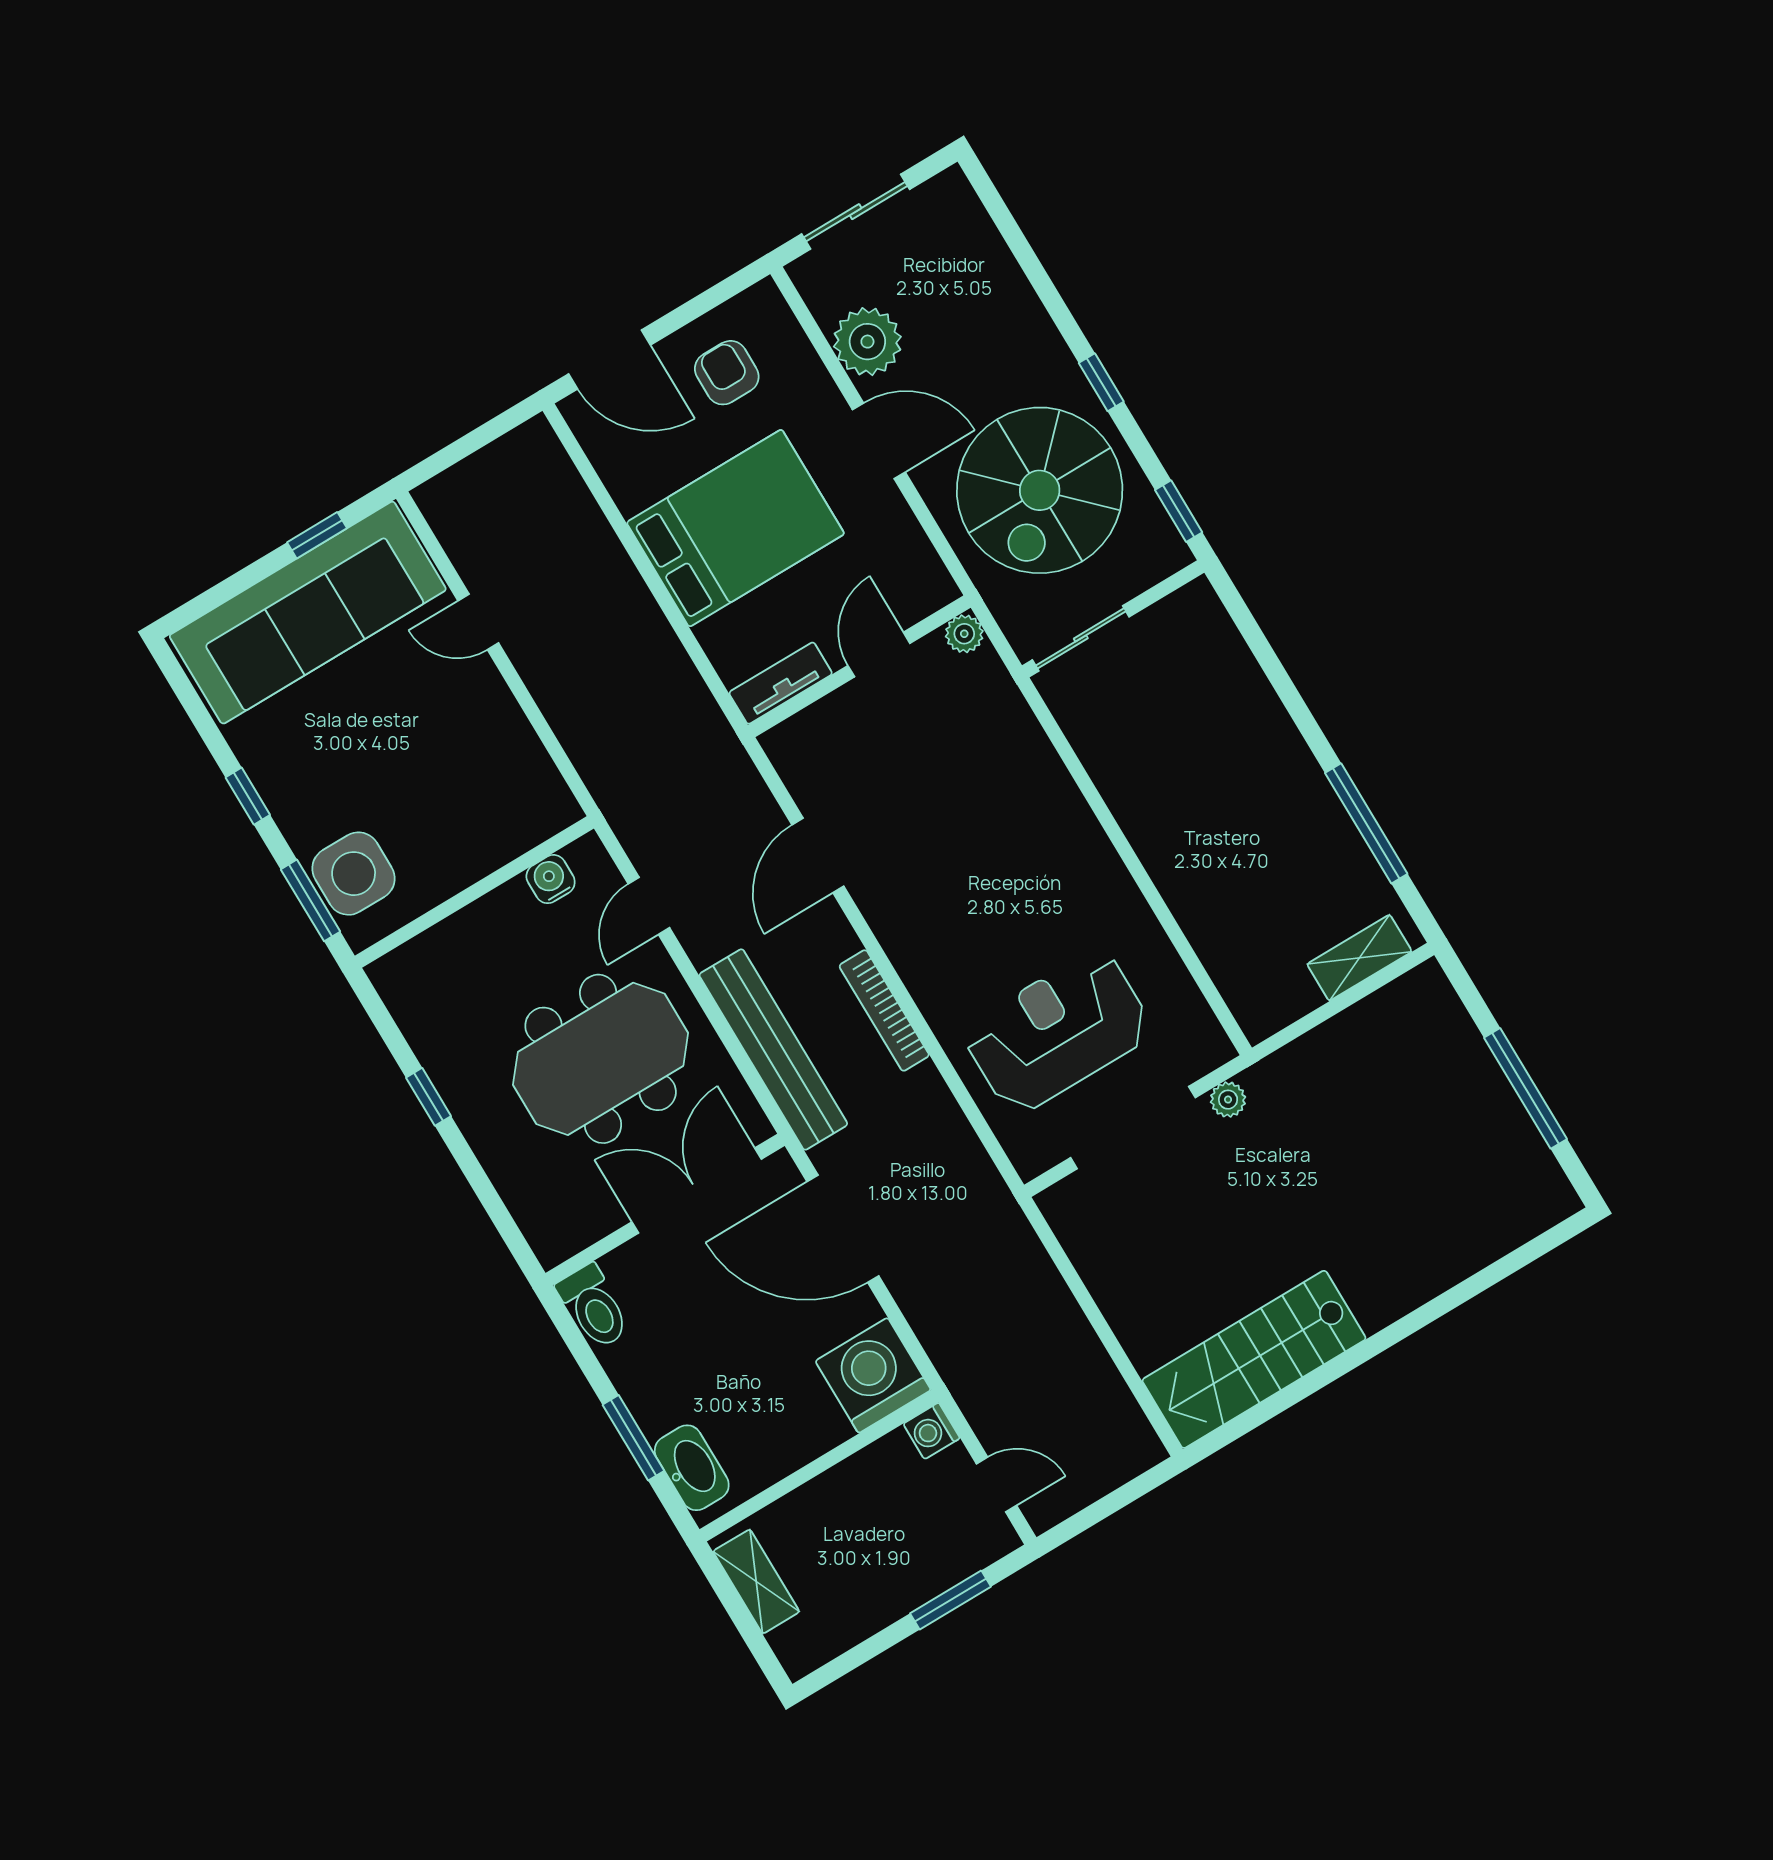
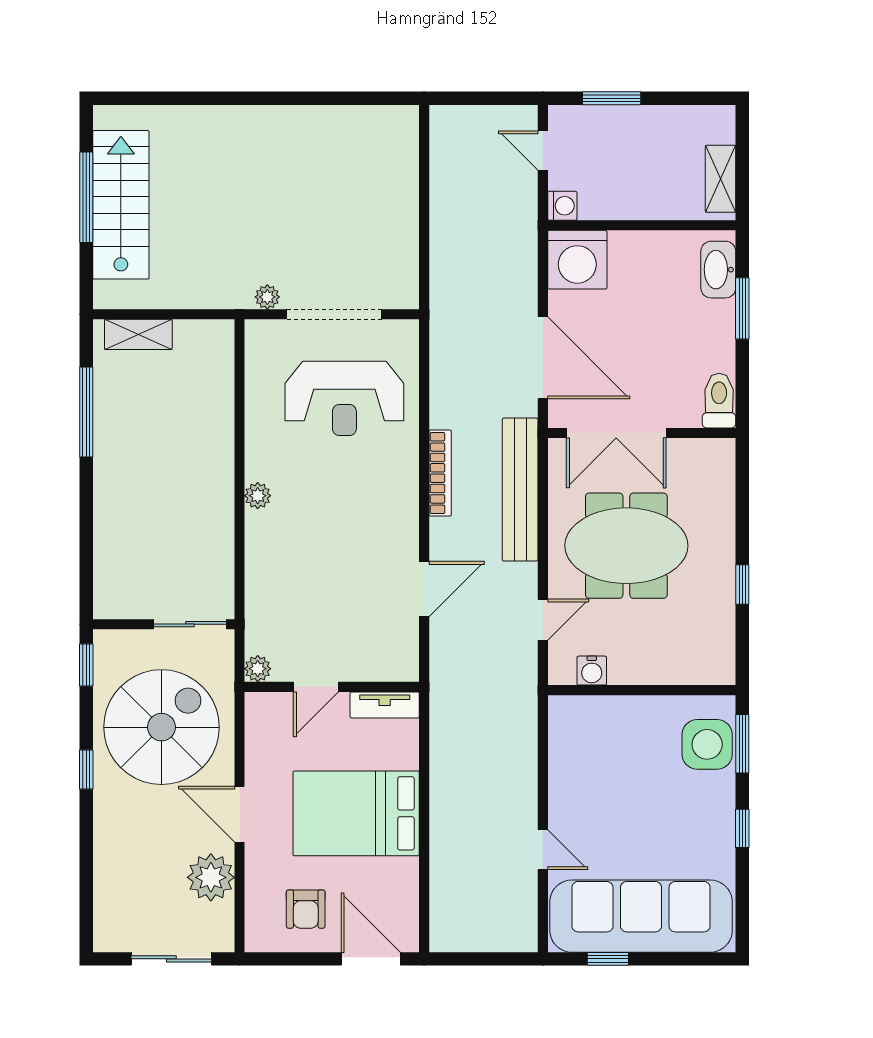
plant: (1092, 847) -> (258, 496), added
stairs: (1254, 1359) -> (121, 205), moved, turned -90

